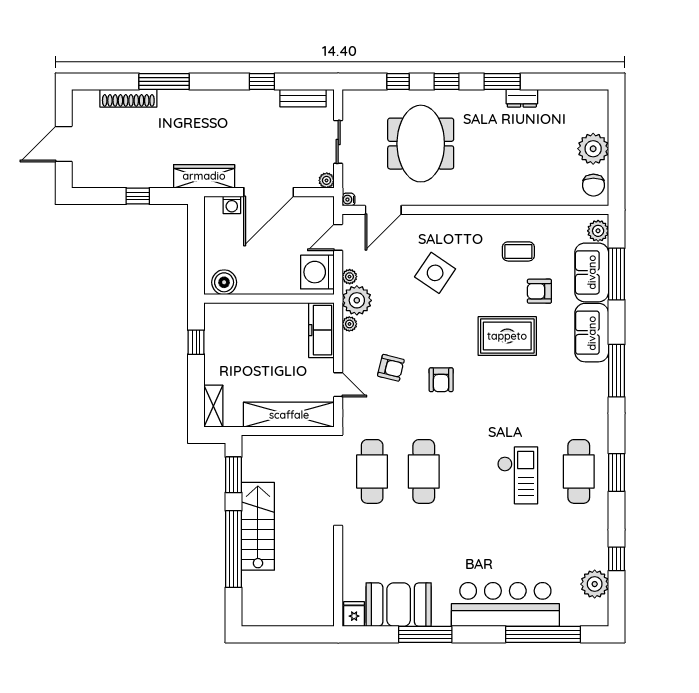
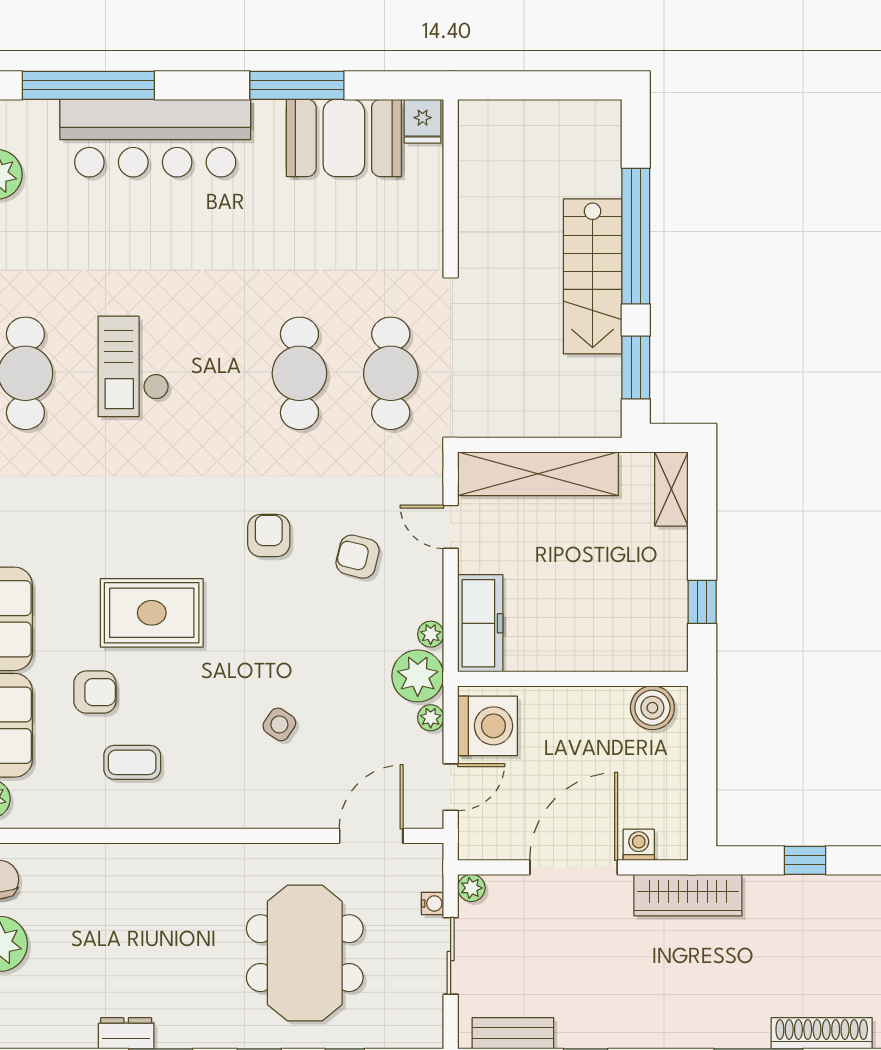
water cooler: (348, 200) -> (433, 903), moved
side table: (435, 273) -> (279, 724), width x0.54, depth x0.54

